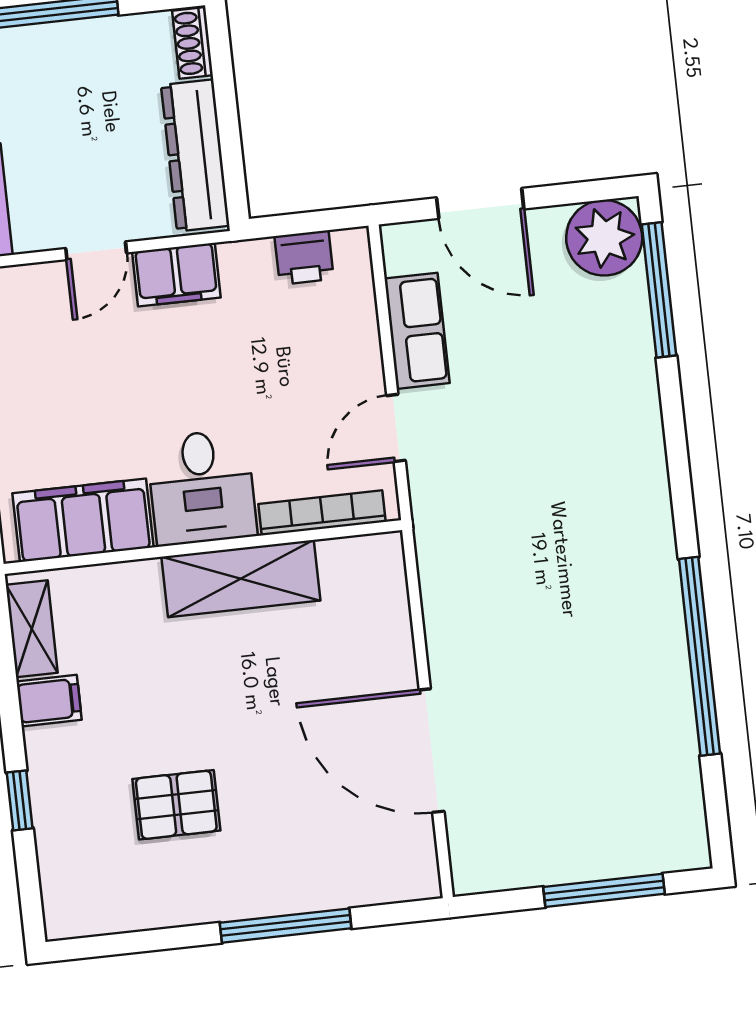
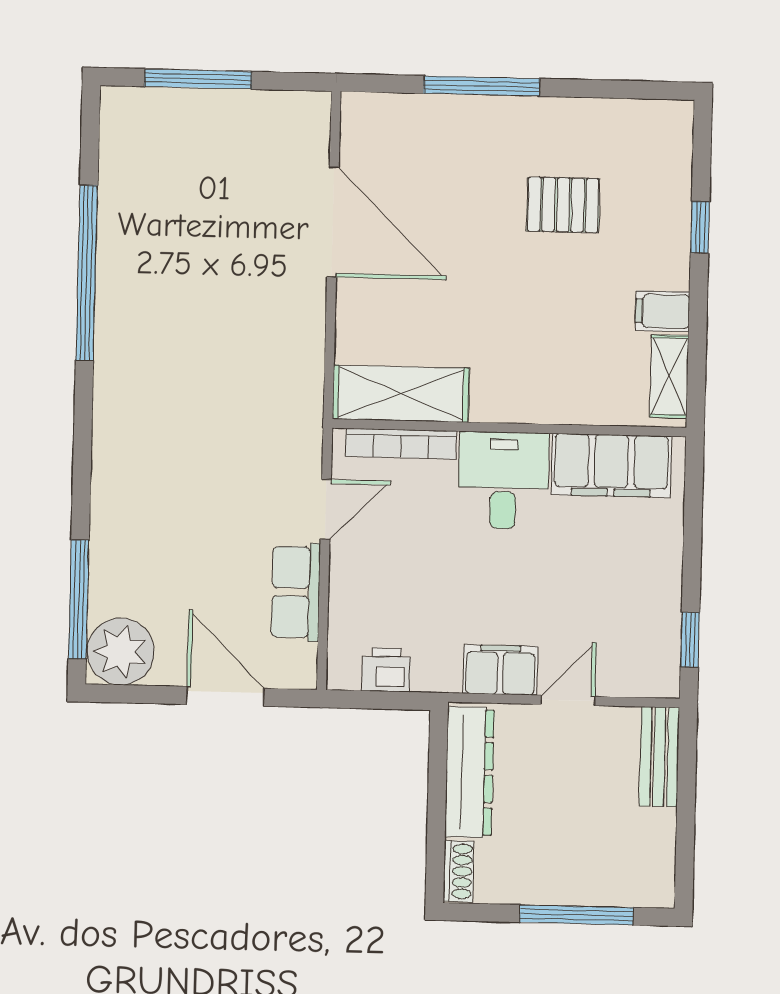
shelving: (241, 579) -> (401, 394), moved

